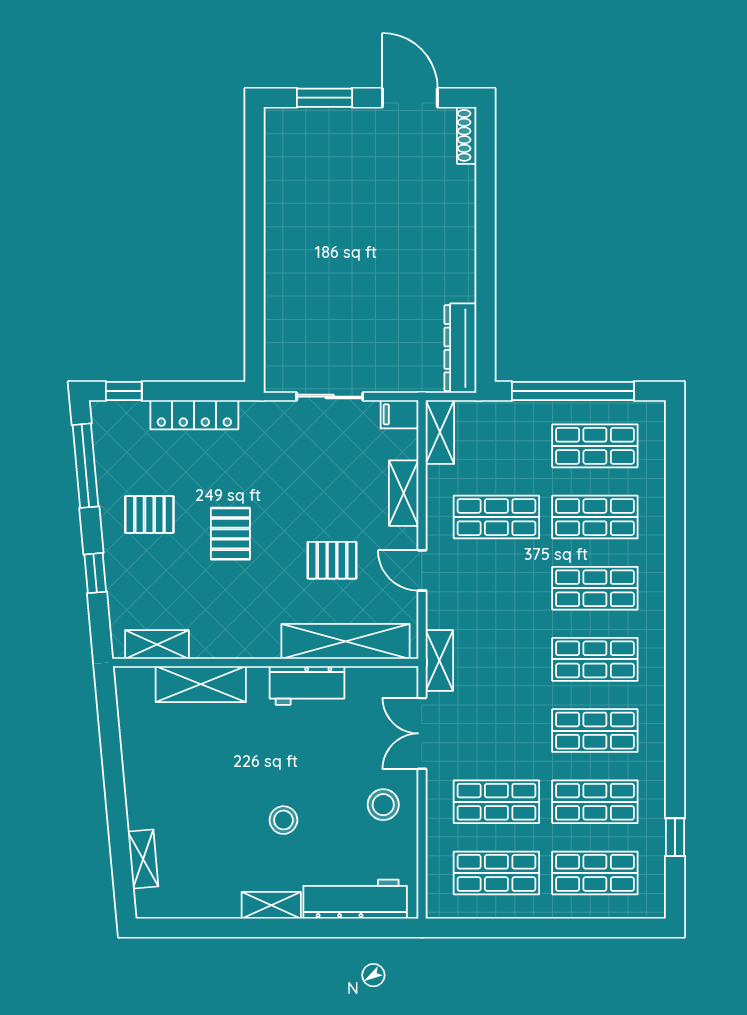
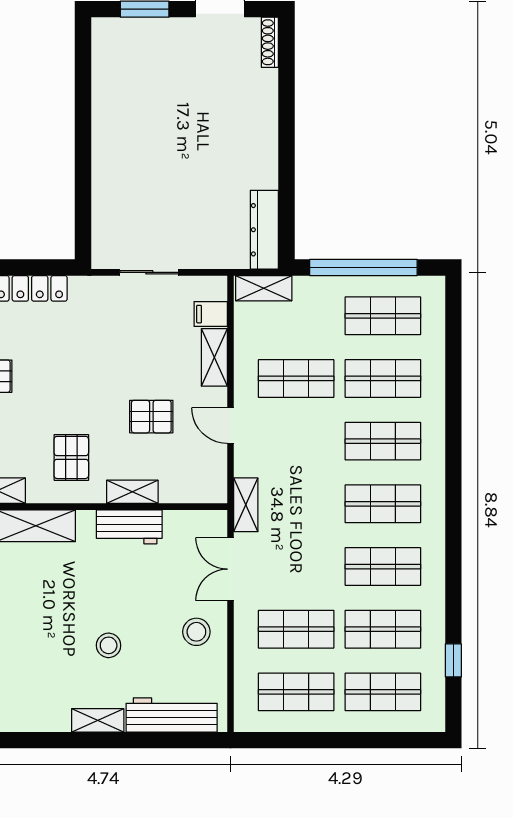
filing cabinet: (399, 414) -> (211, 314), moved
shelving: (440, 432) -> (264, 288), moved, turned 90
pallet: (230, 534) -> (71, 457), moved
shelving: (346, 641) -> (132, 492), width x0.45, depth x0.75

